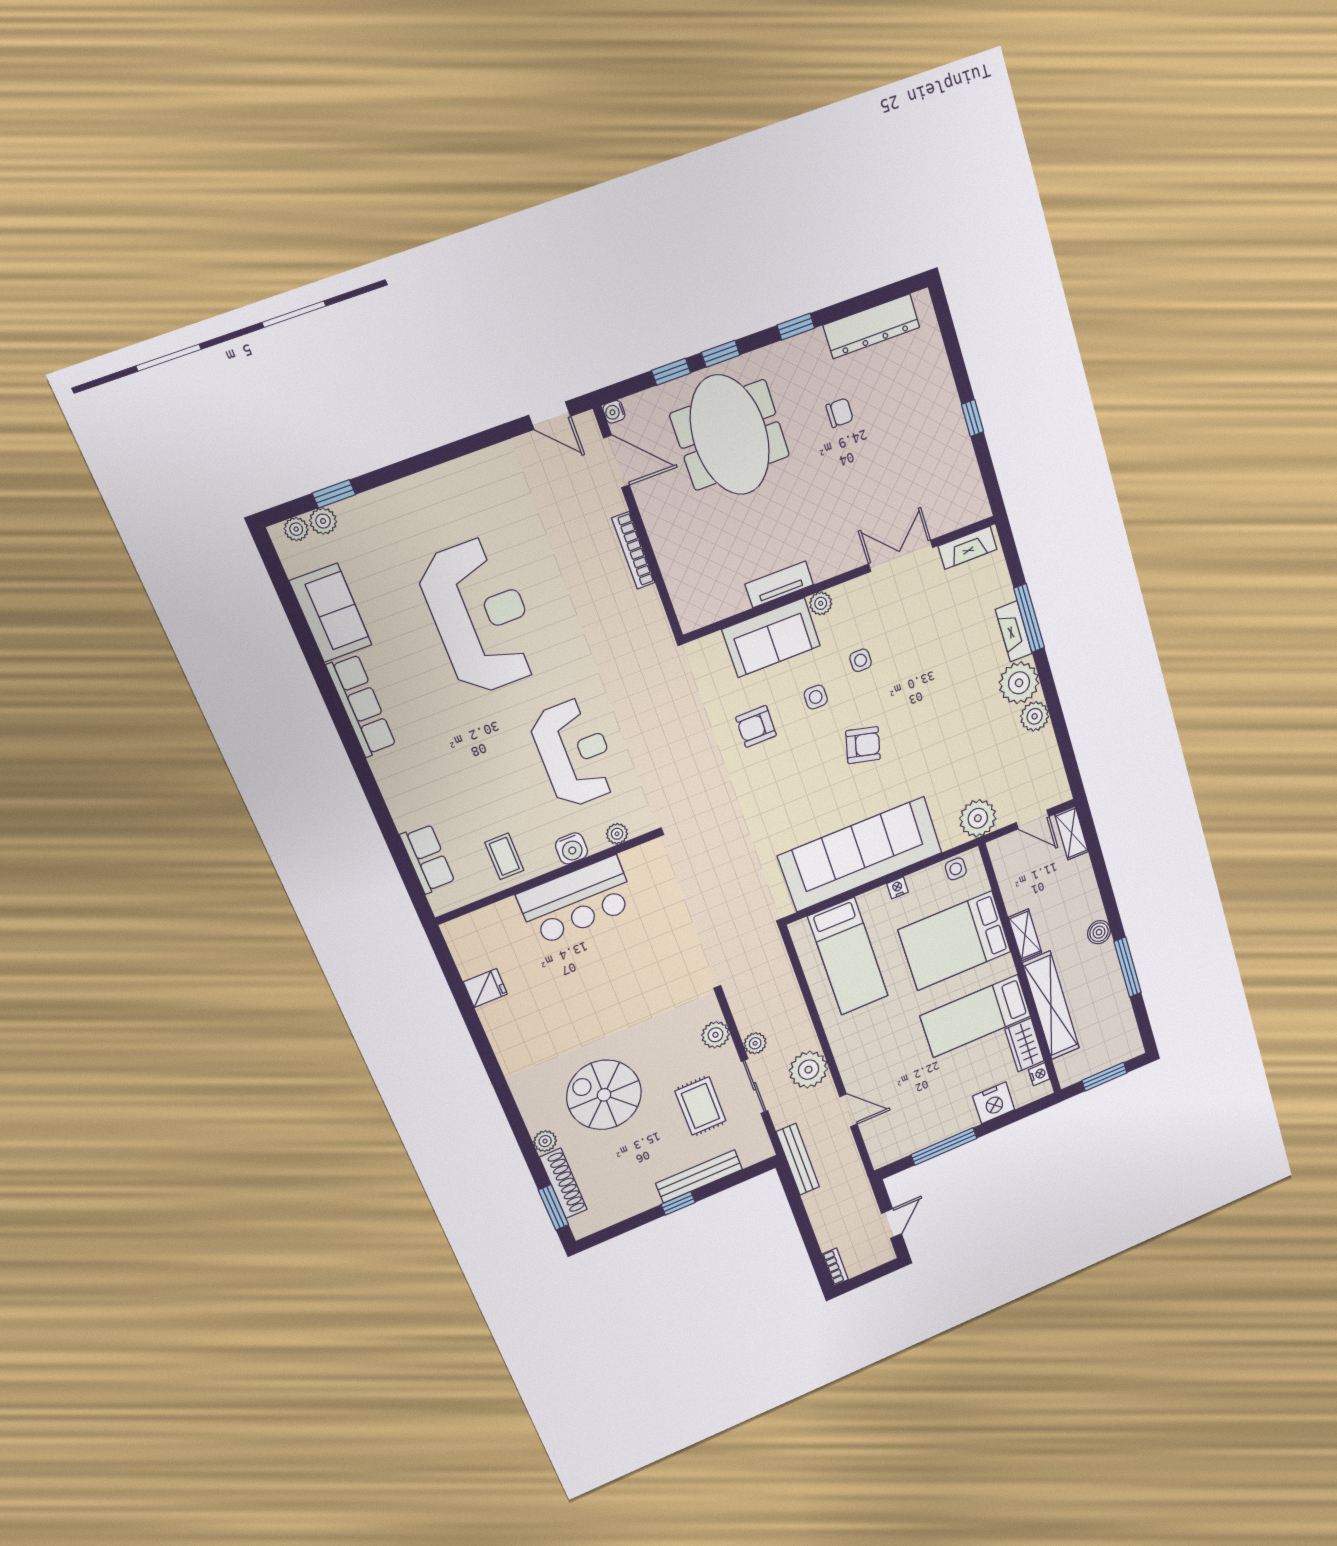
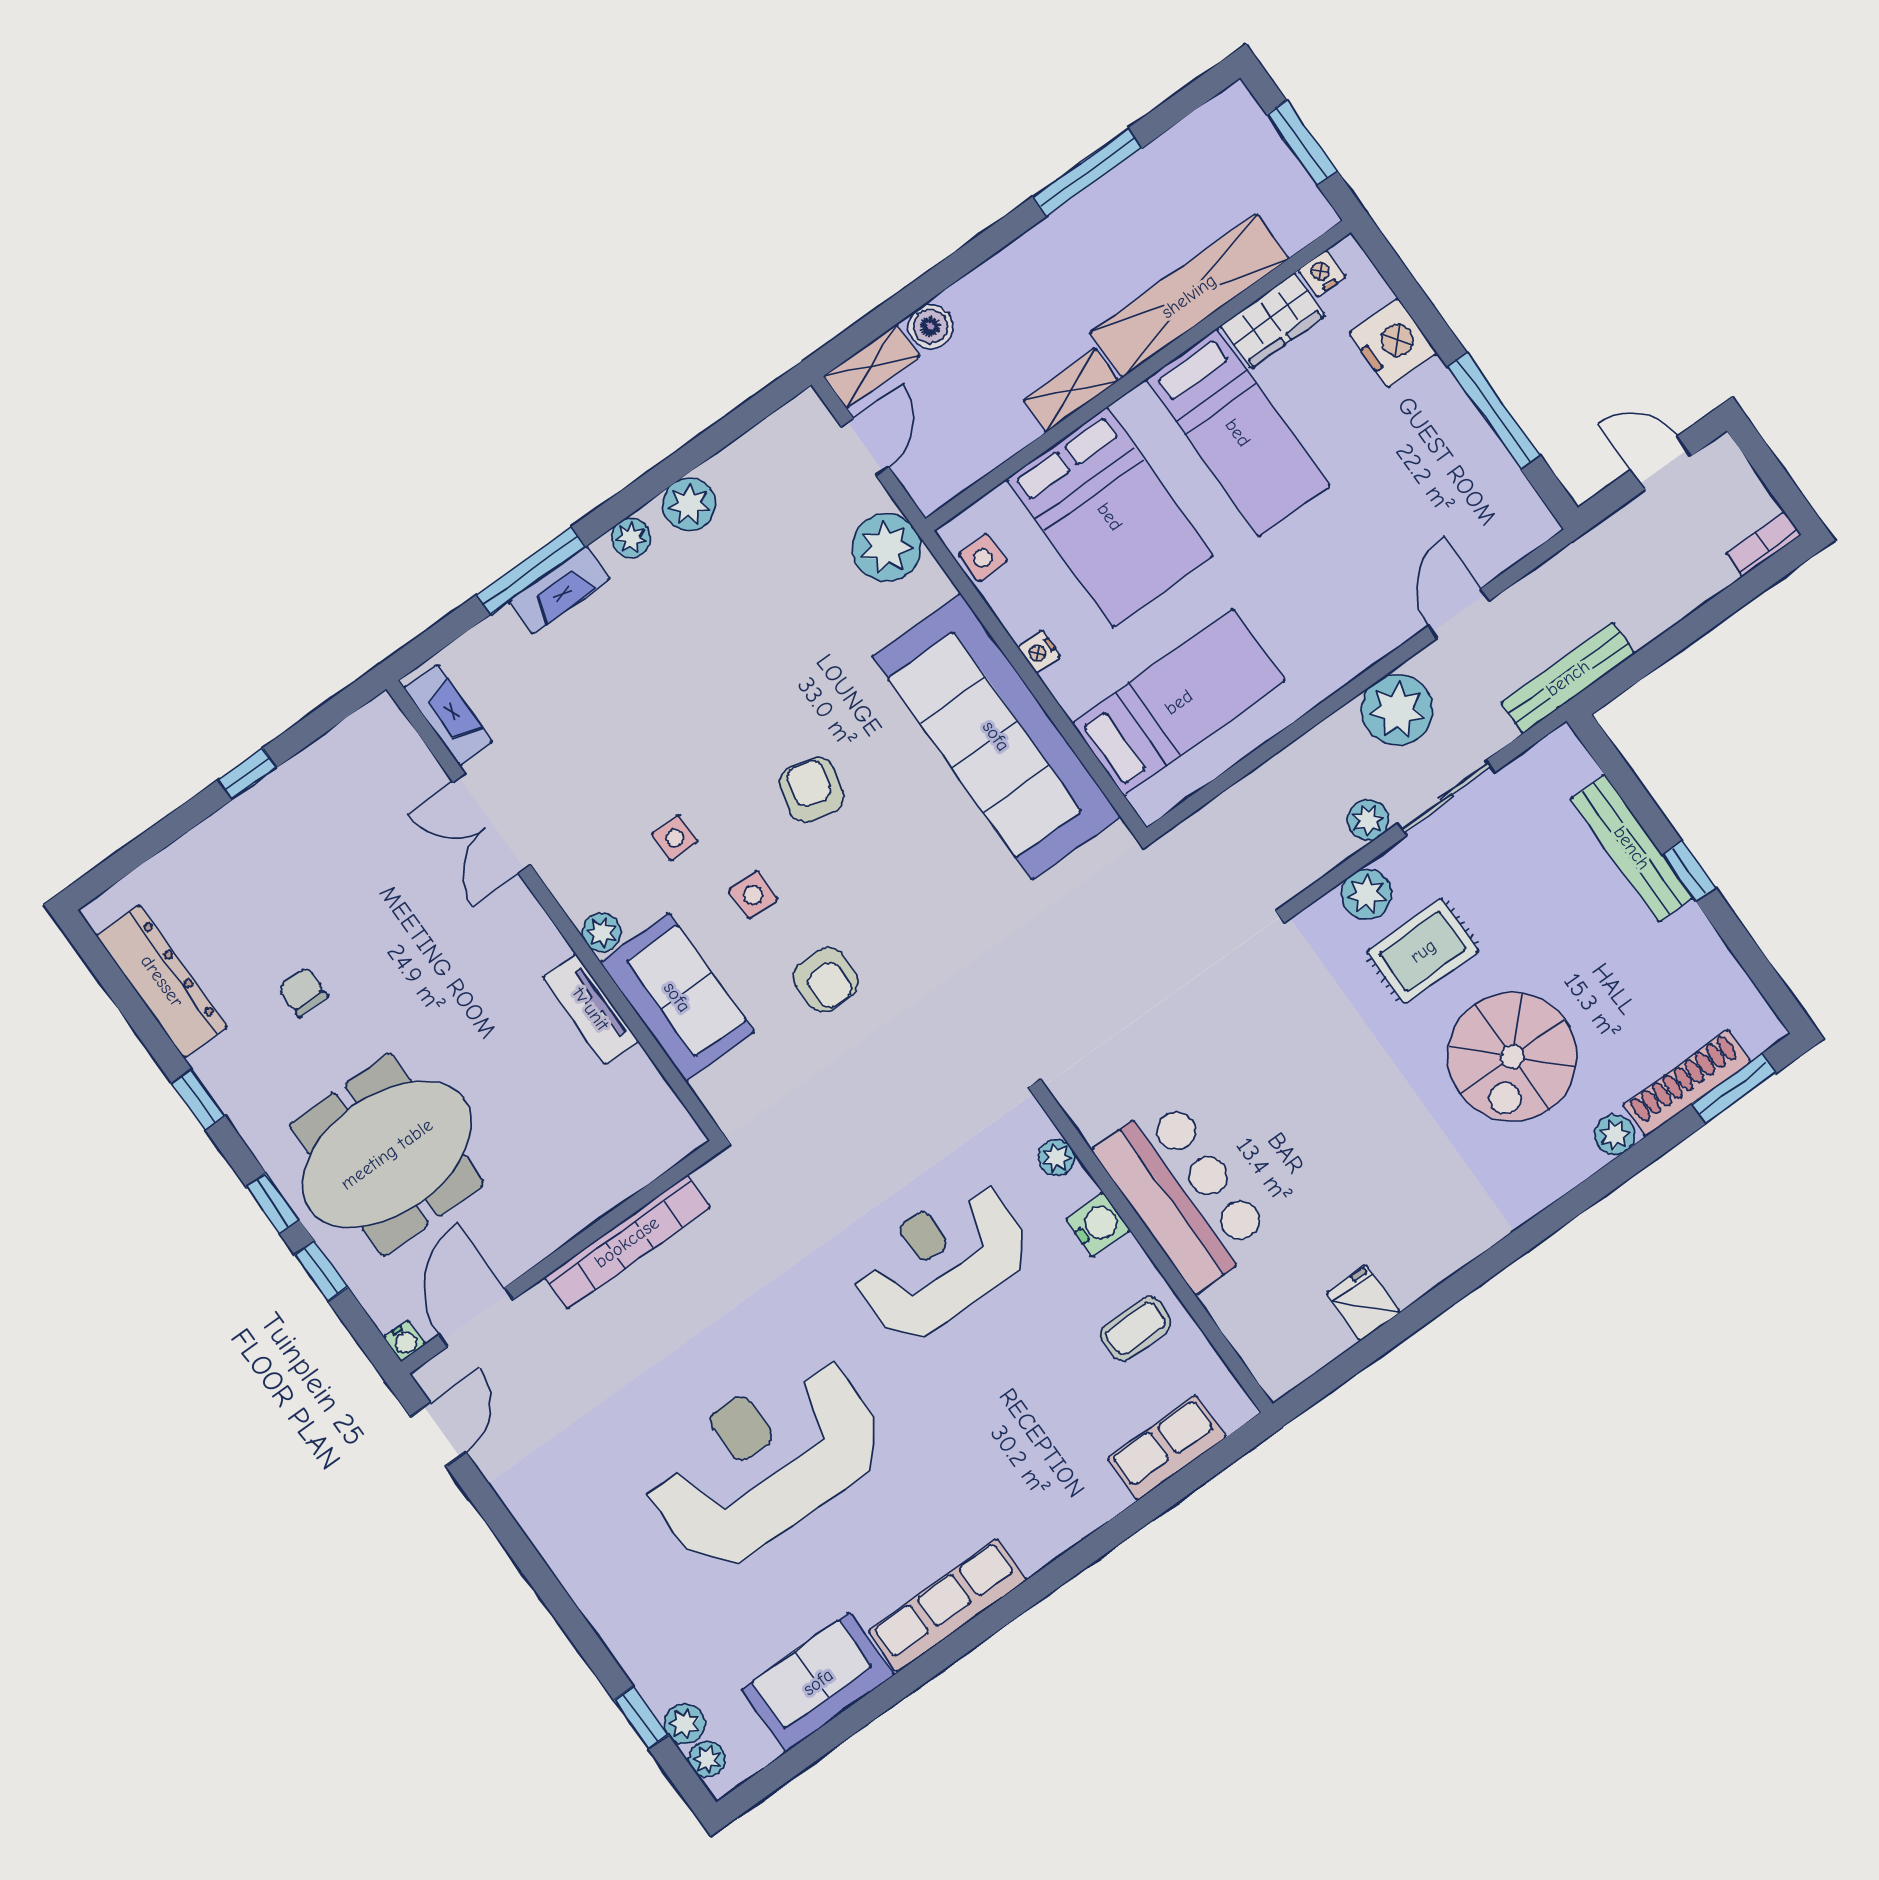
bookcase: (633, 550) -> (627, 1242), width x1.48, depth x1.31
plant: (1019, 683) -> (631, 538), width x0.53, depth x0.53
boiler: (1099, 932) -> (930, 326), moved
rug: (700, 1106) -> (1423, 951), moved

